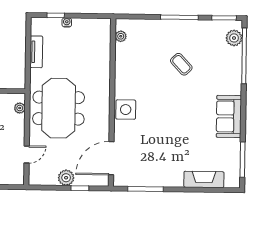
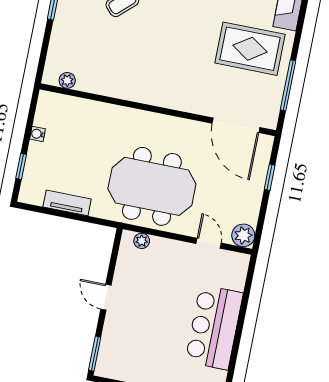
water cooler: (67, 22) -> (37, 134), moved
side table: (126, 110) -> (171, 93), removed
rug: (166, 158) -> (250, 49), added
plant: (66, 178) -> (243, 235), moved

